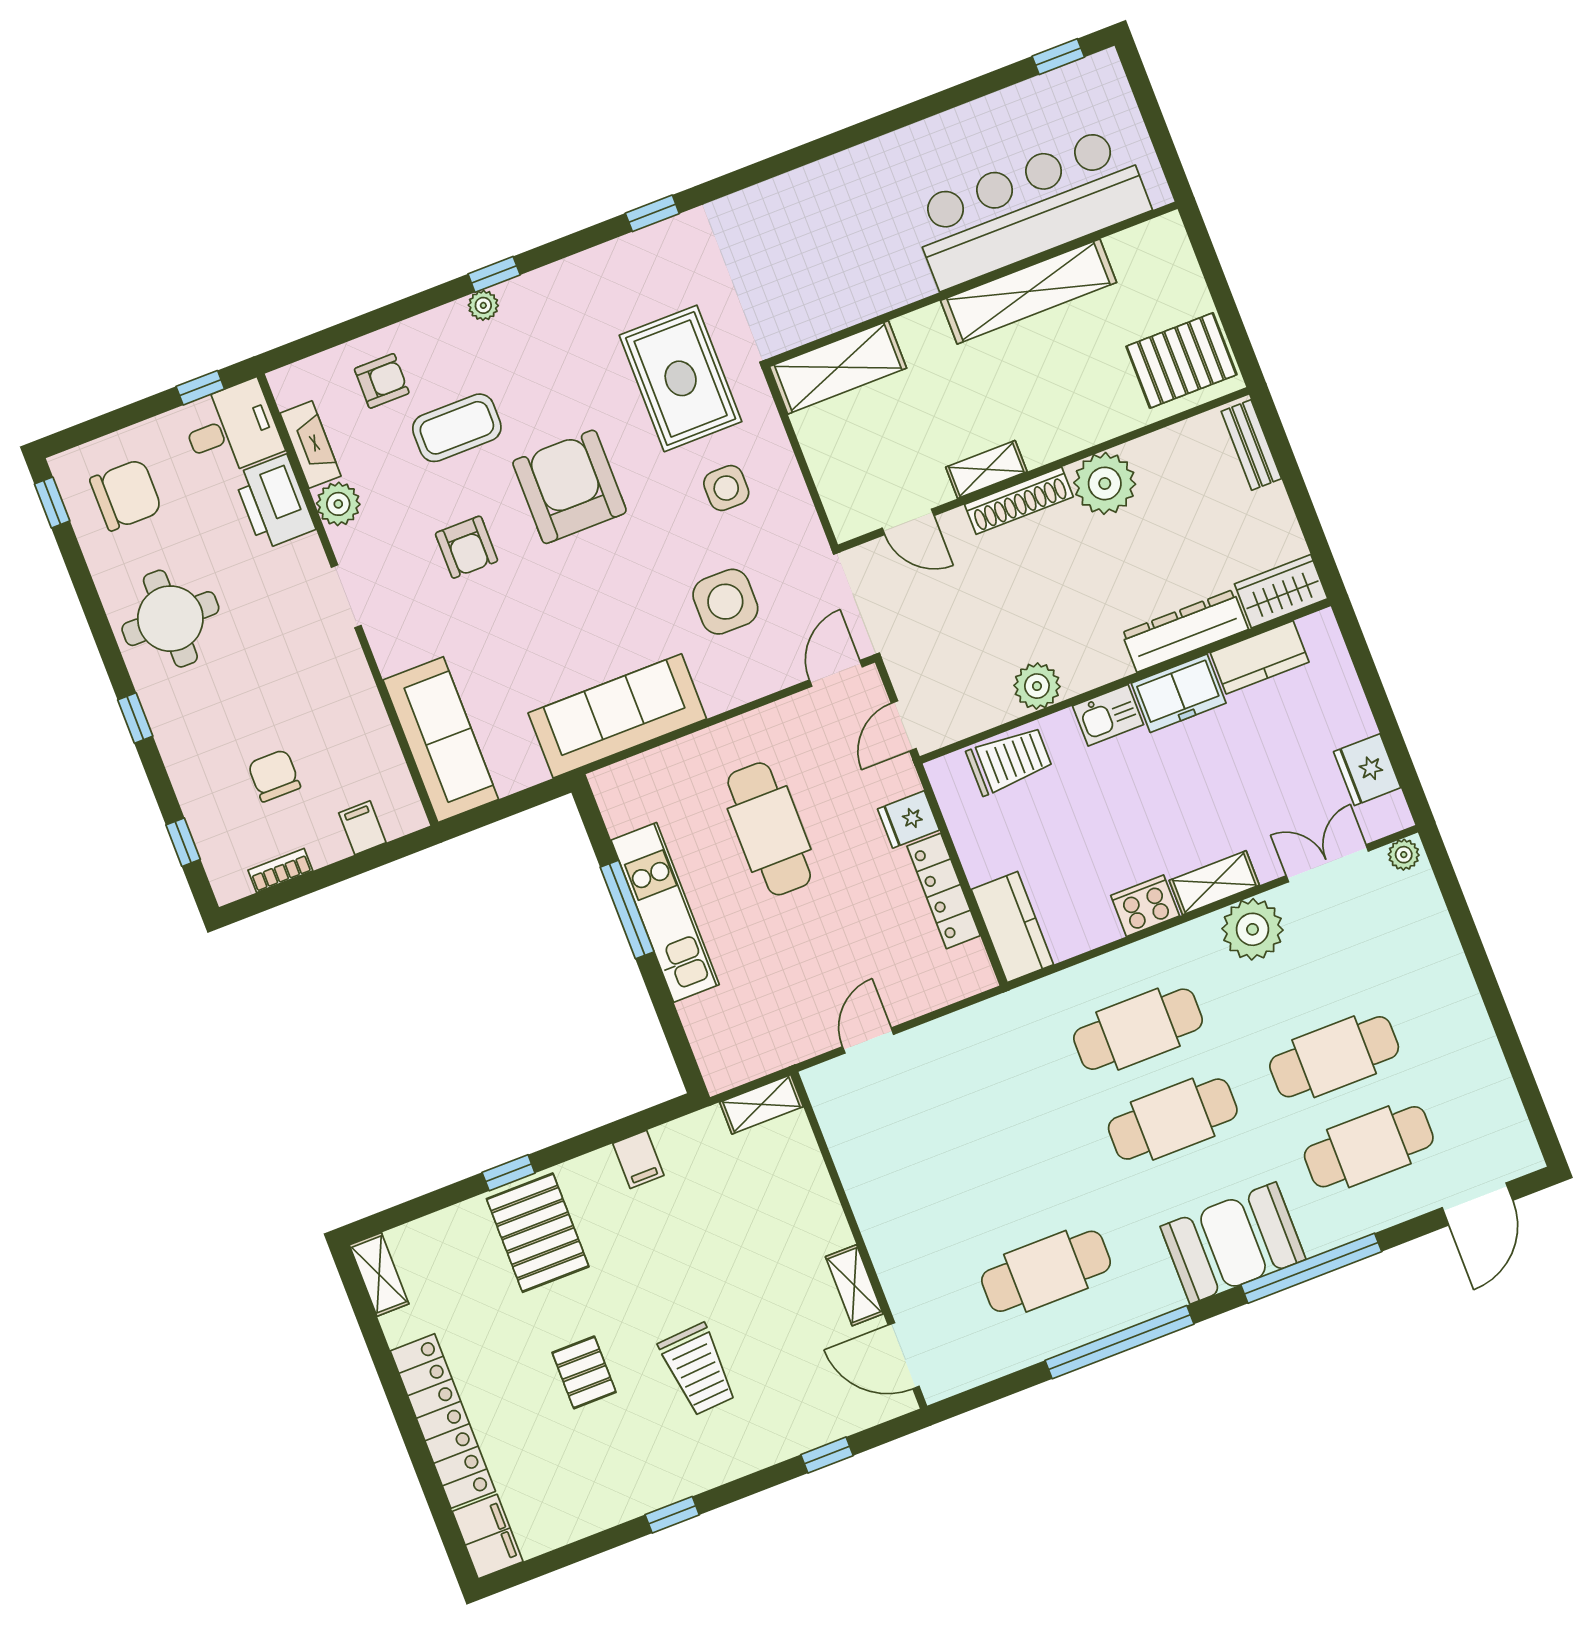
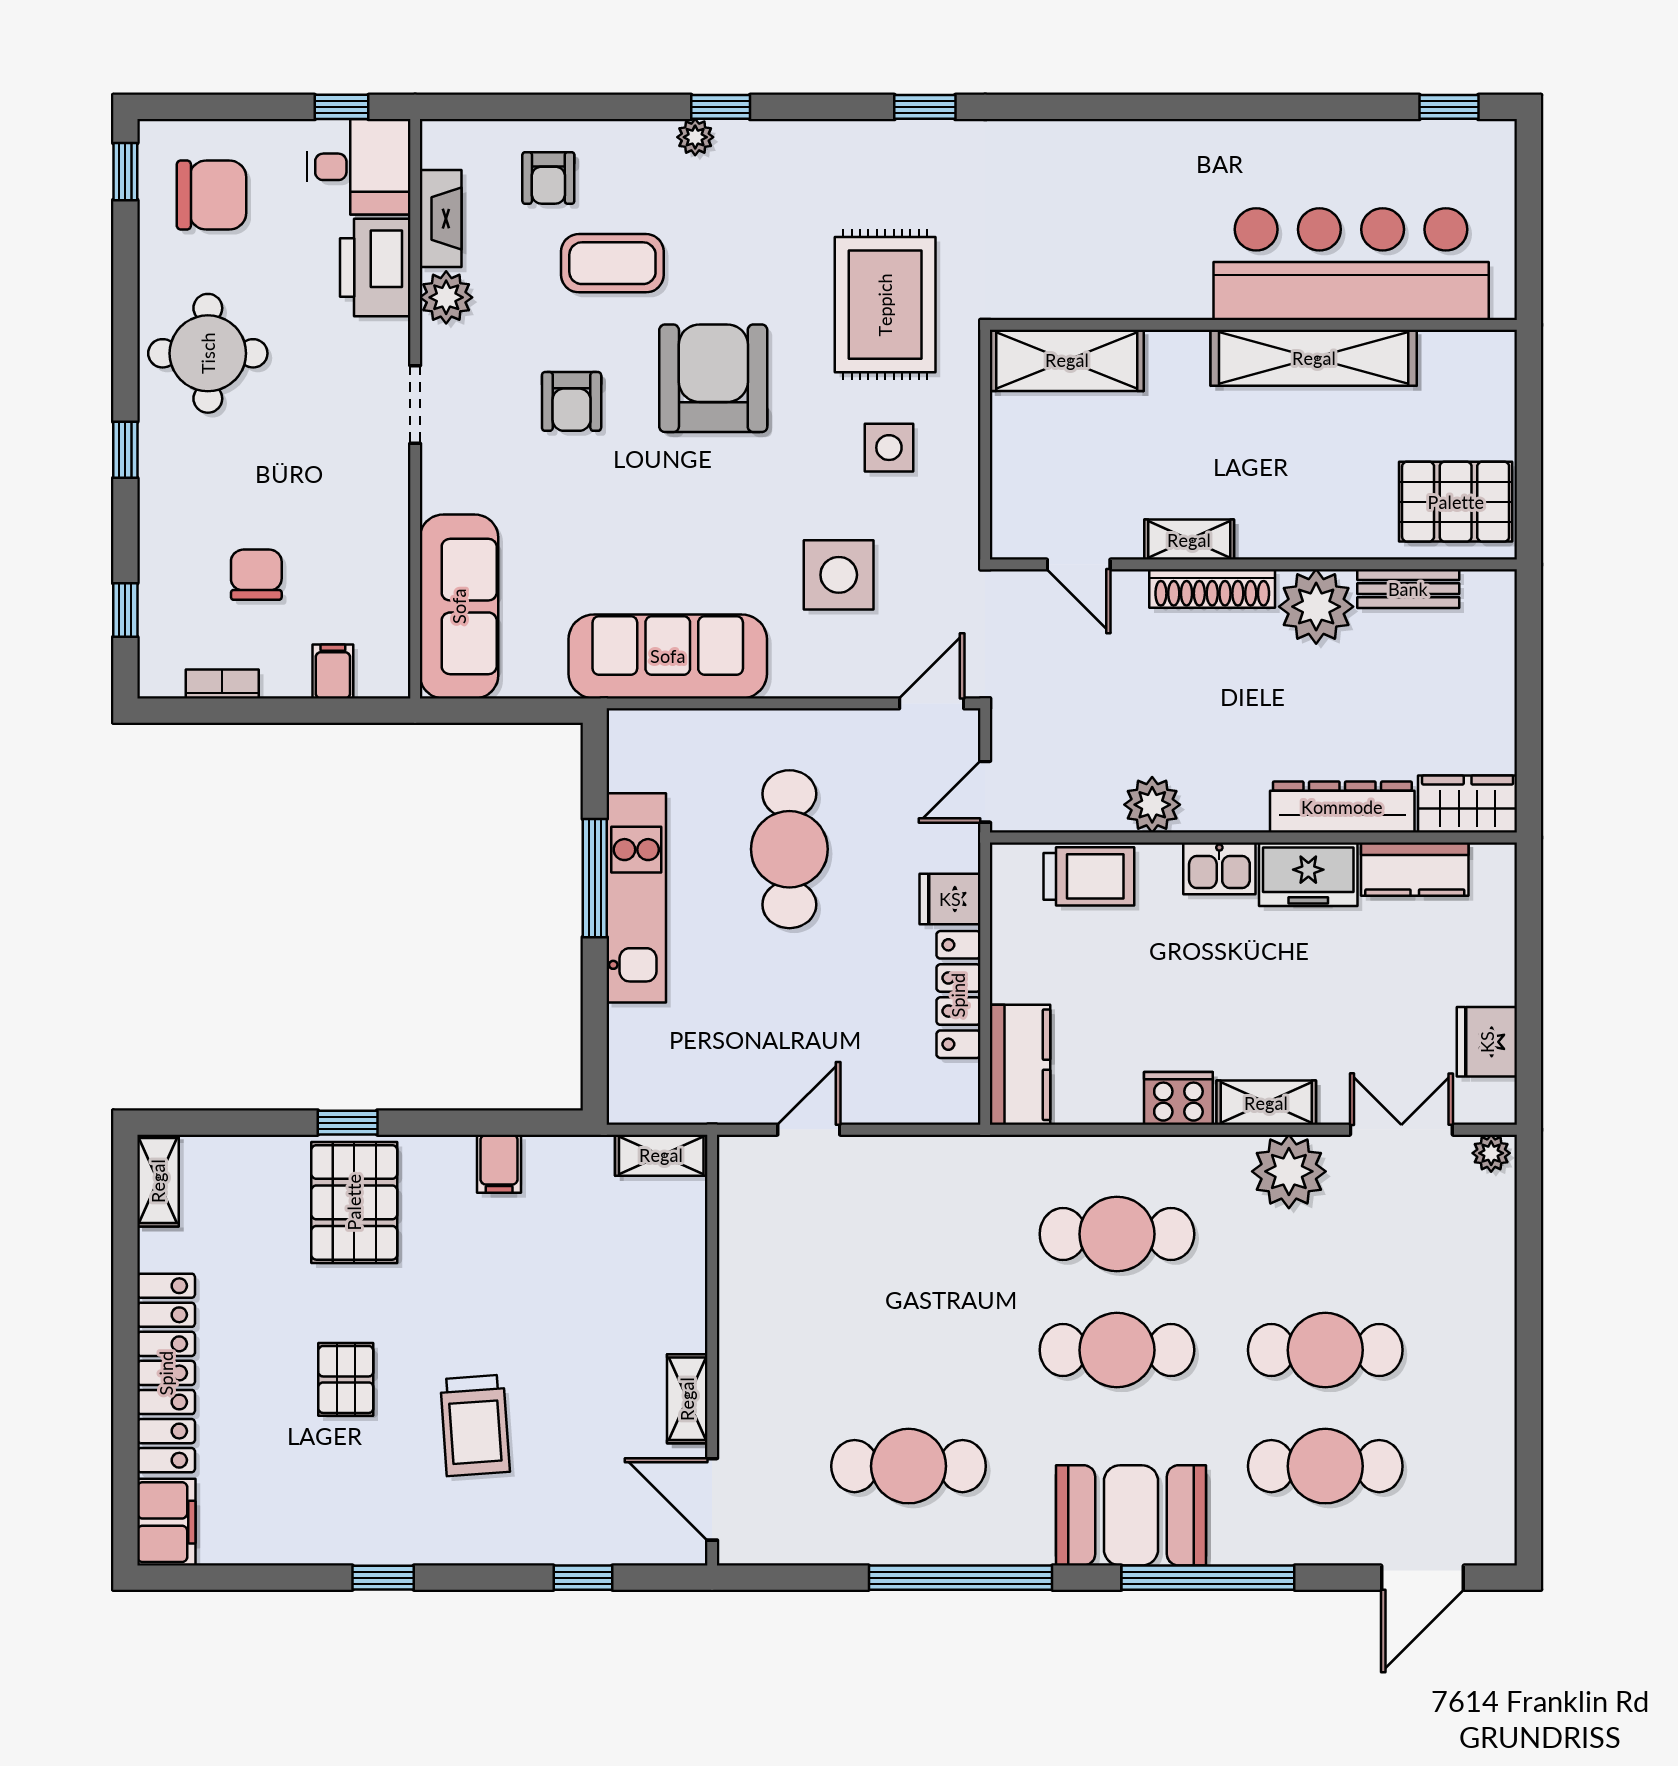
armchair: (382, 381) -> (548, 178), turned 90
bench: (1251, 445) -> (1408, 589), moved, turned 90

